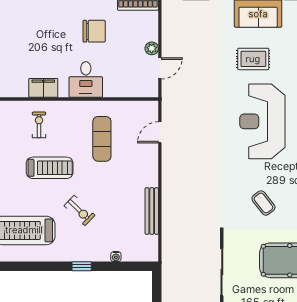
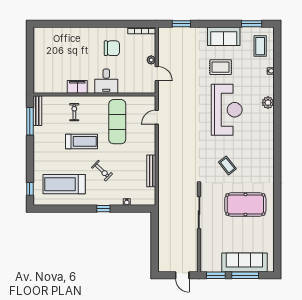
door: (160, 68) -> (157, 74), hinge flipped
reception desk: (262, 121) -> (227, 110), turned 180
exercise mat: (102, 139) -> (117, 122), width x1.36, depth x1.45

